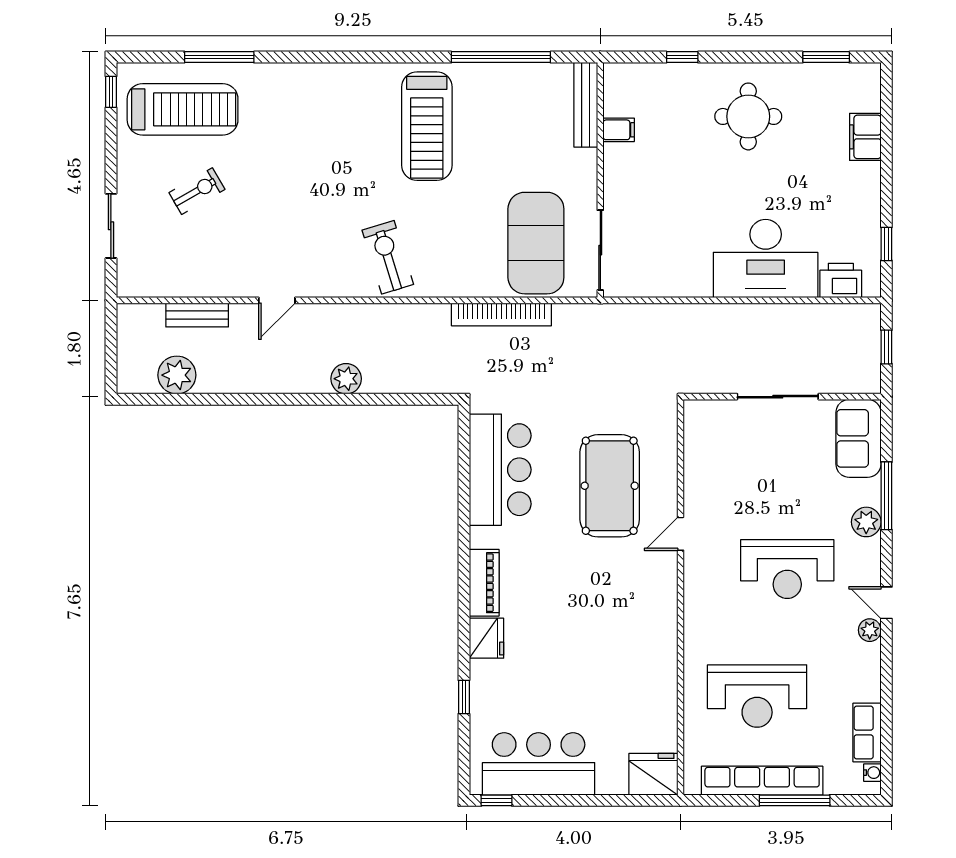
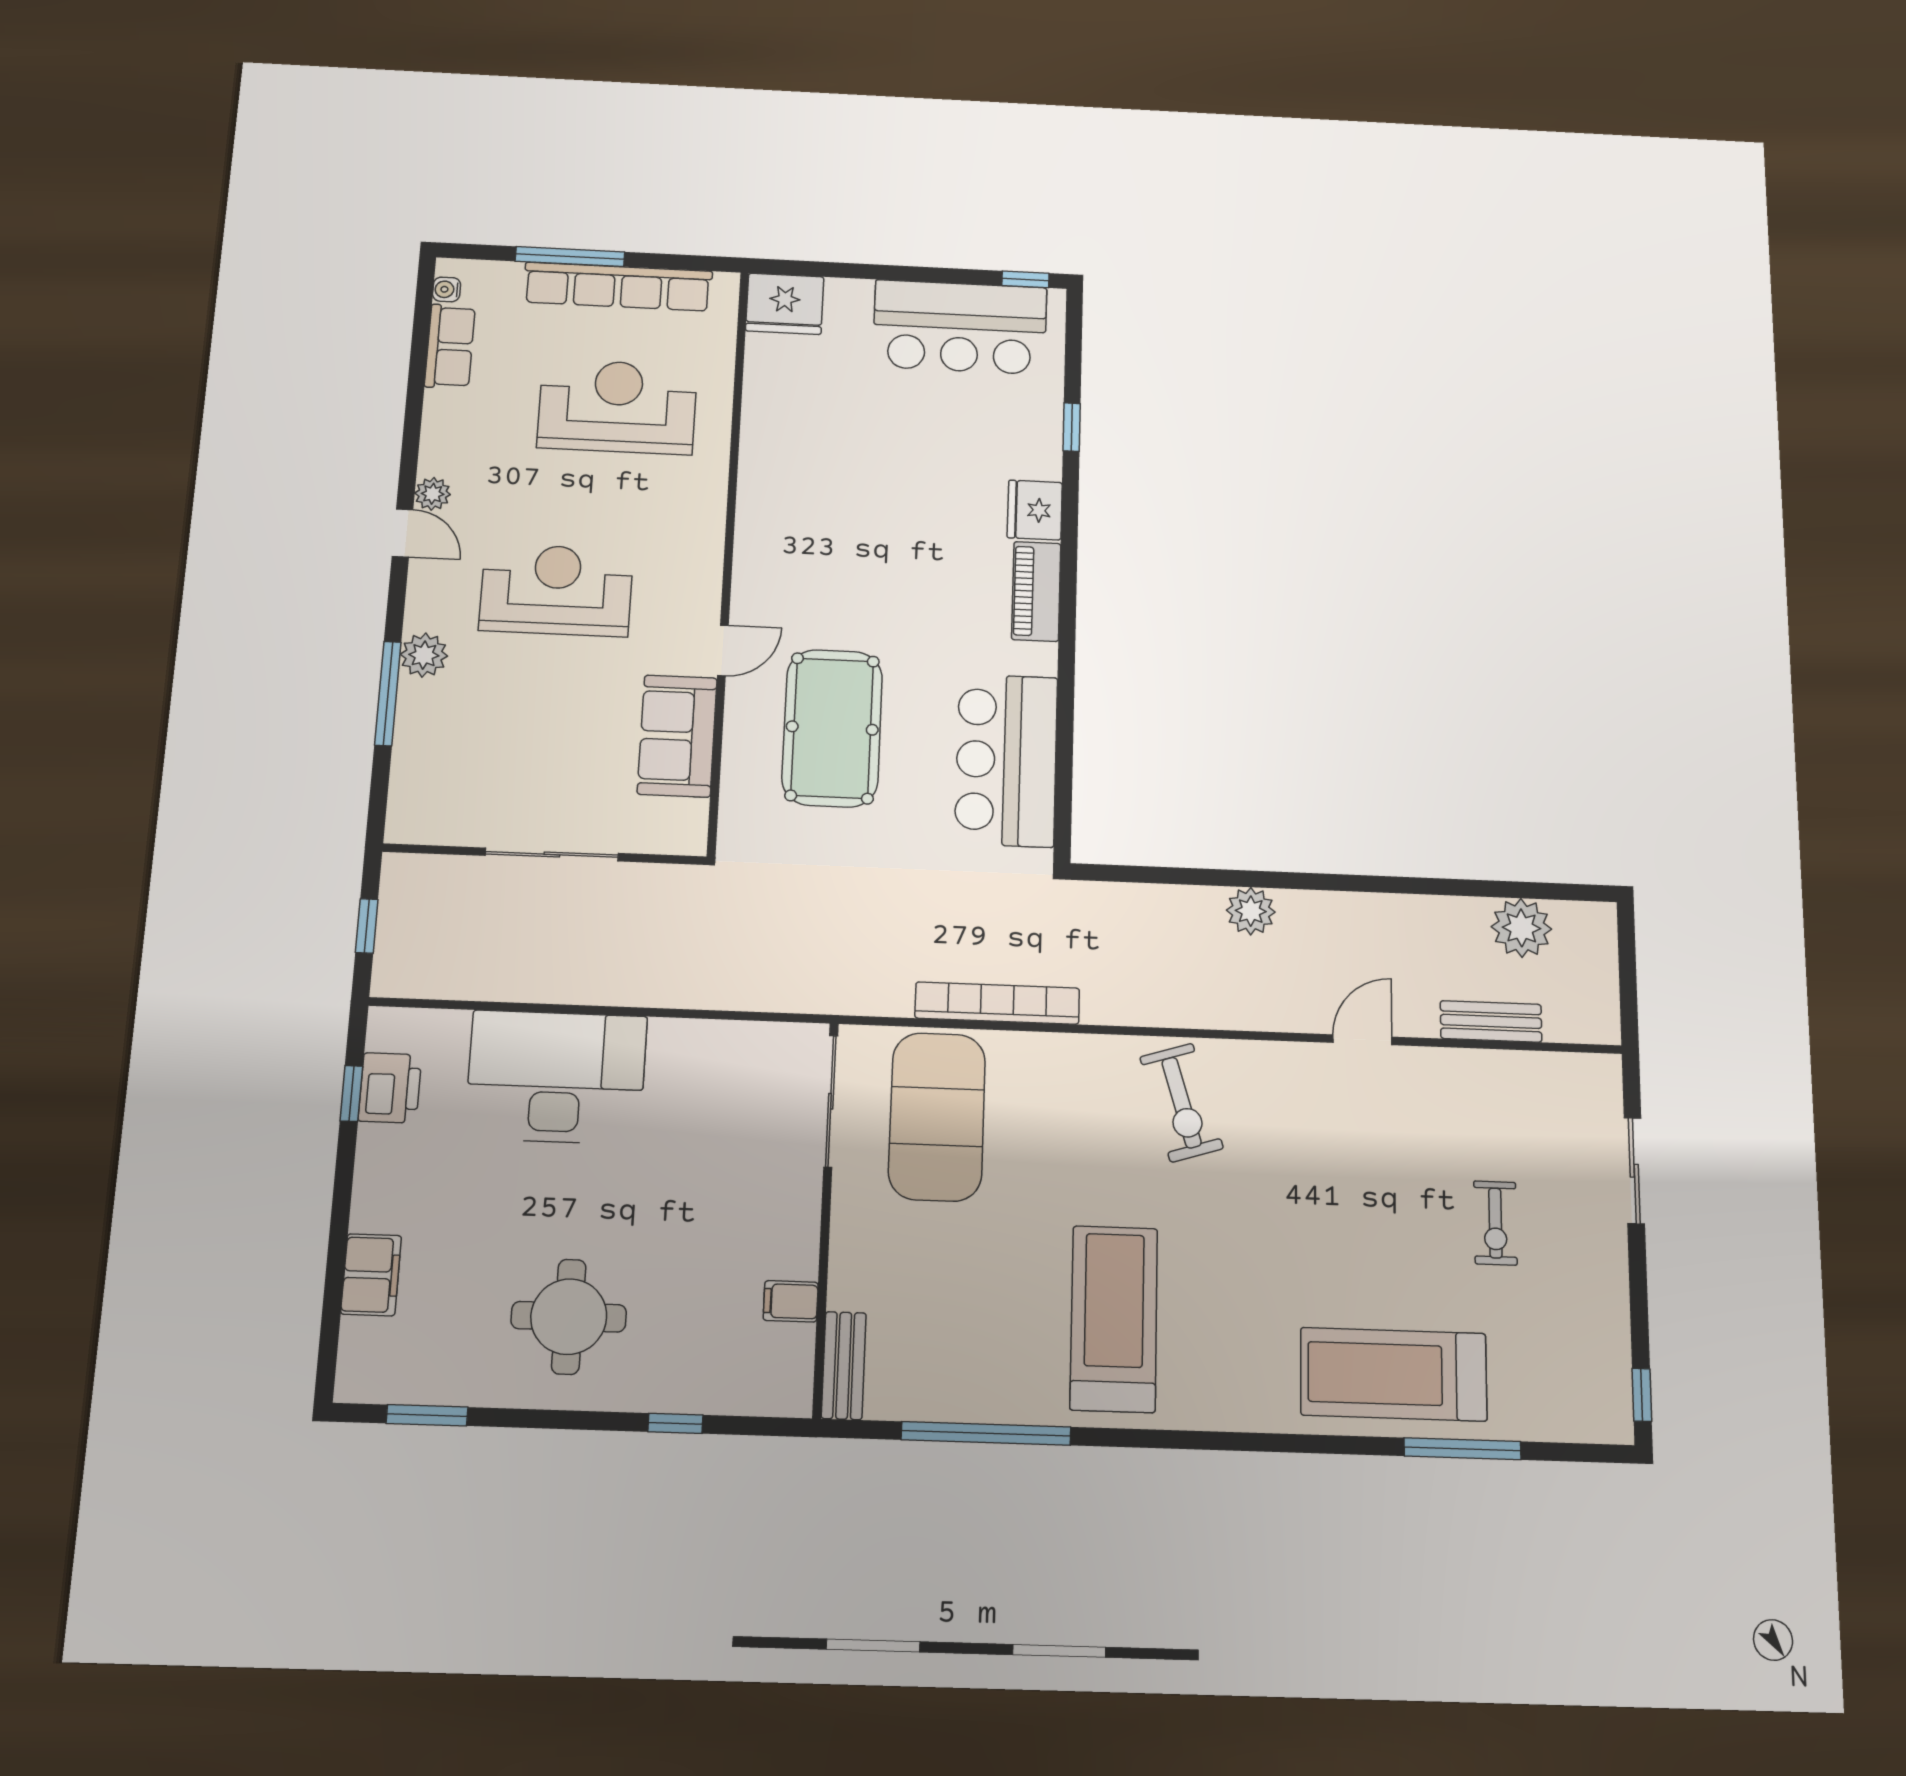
bench: (586, 105) -> (844, 1366), width x0.73
treadmill: (183, 109) -> (1394, 1374), moved
exercise bike: (197, 191) -> (1495, 1223), turned -60
printer: (841, 281) -> (390, 1088), moved, turned -90
sofa: (858, 438) -> (677, 736), moved, turned 180

